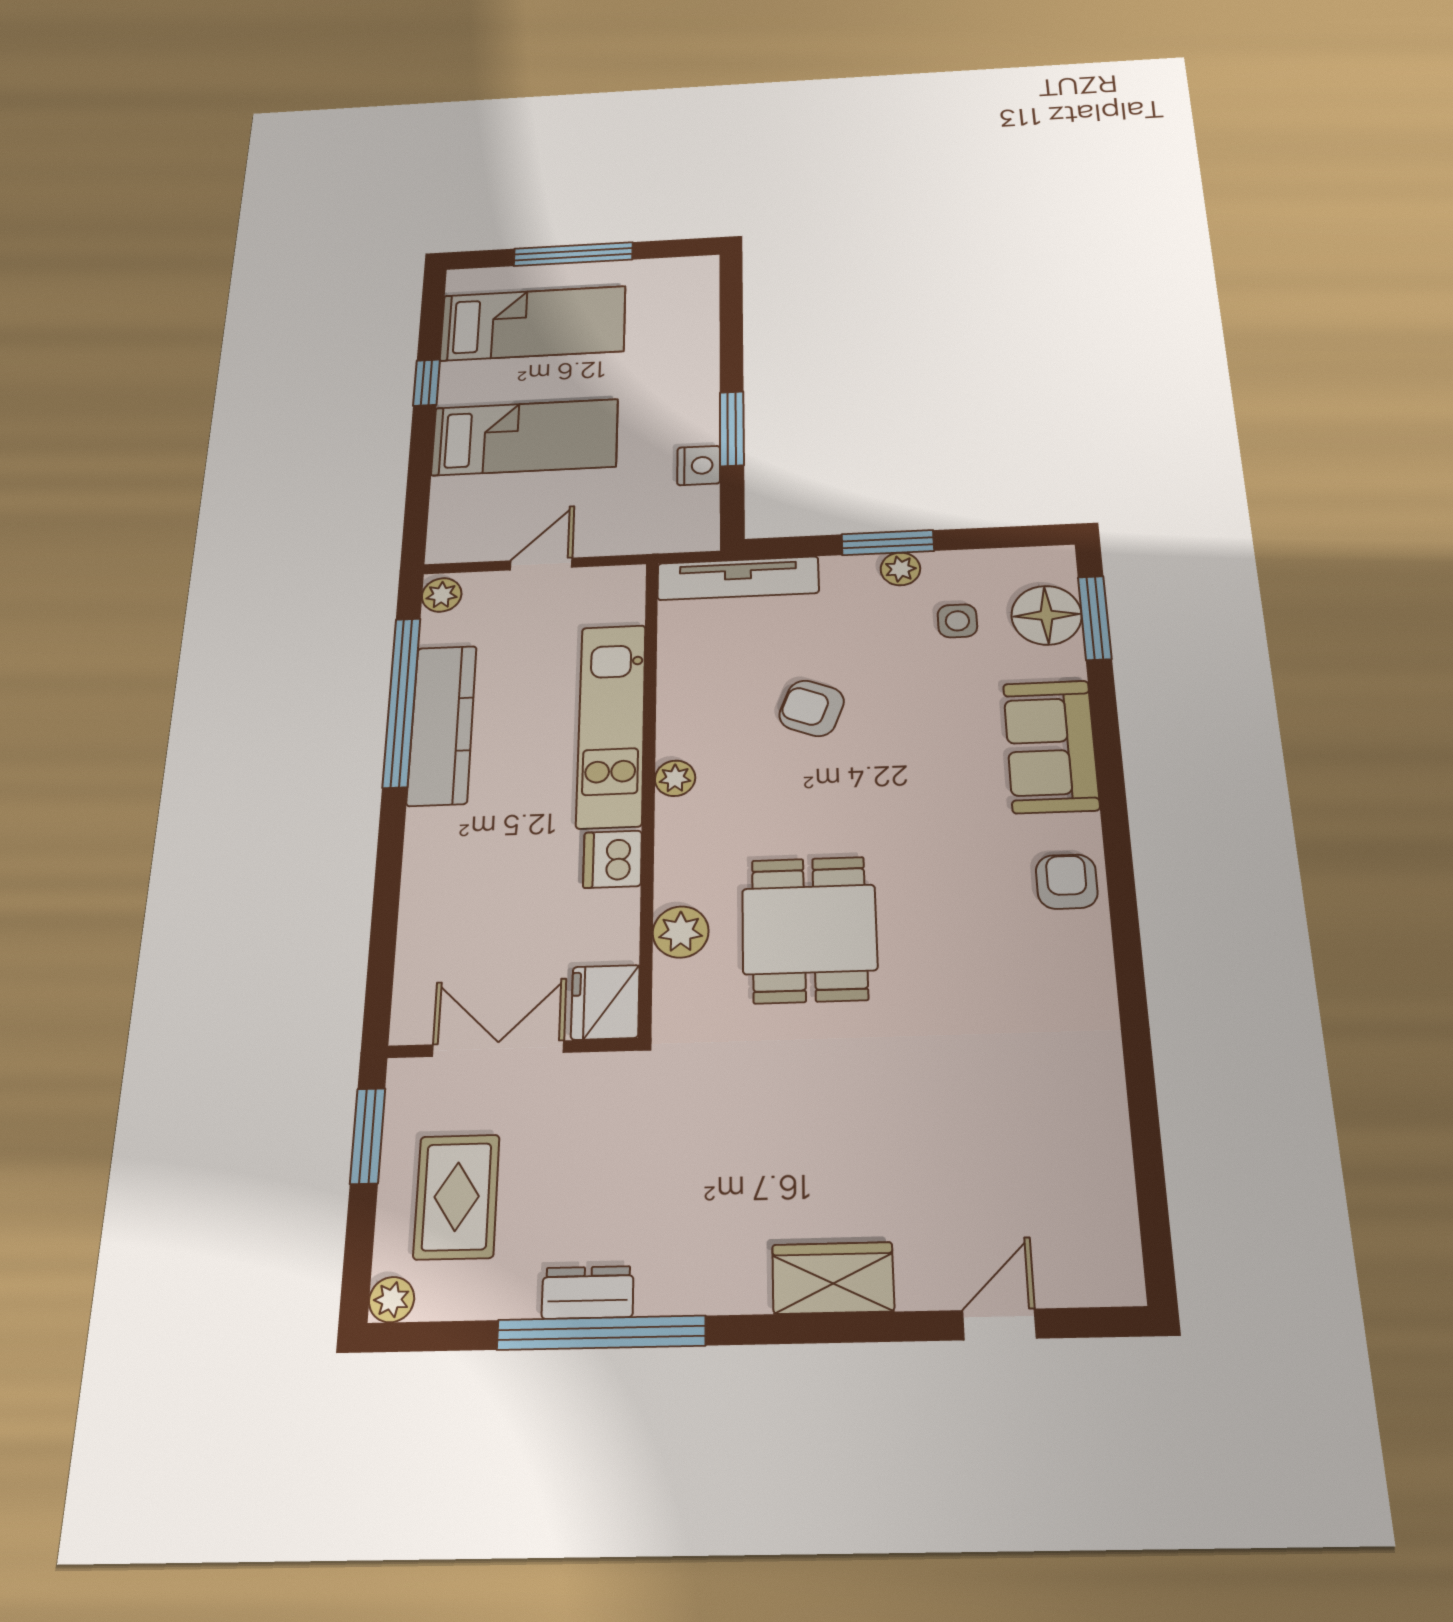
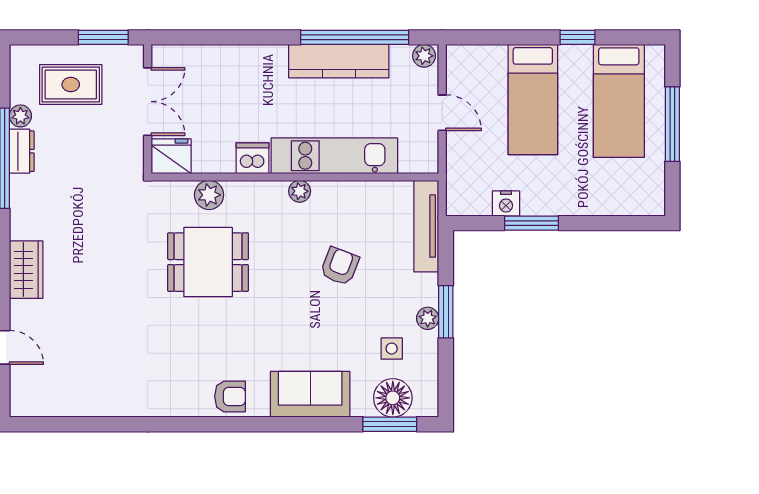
plant: (392, 1300) -> (20, 116), moved

